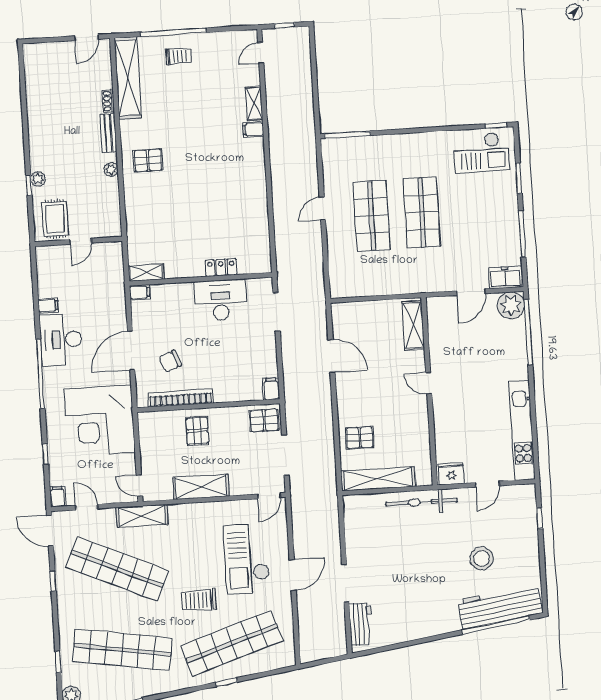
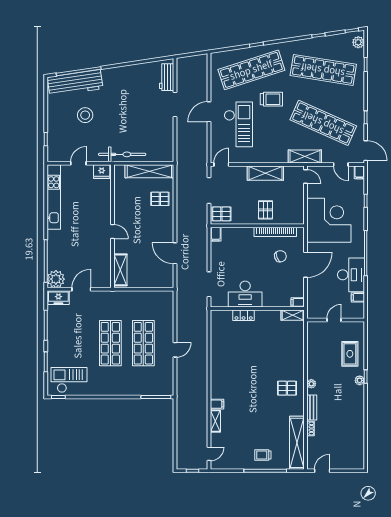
wall: (78, 241) -> (336, 320), moved
door: (81, 241) -> (334, 320), moved

